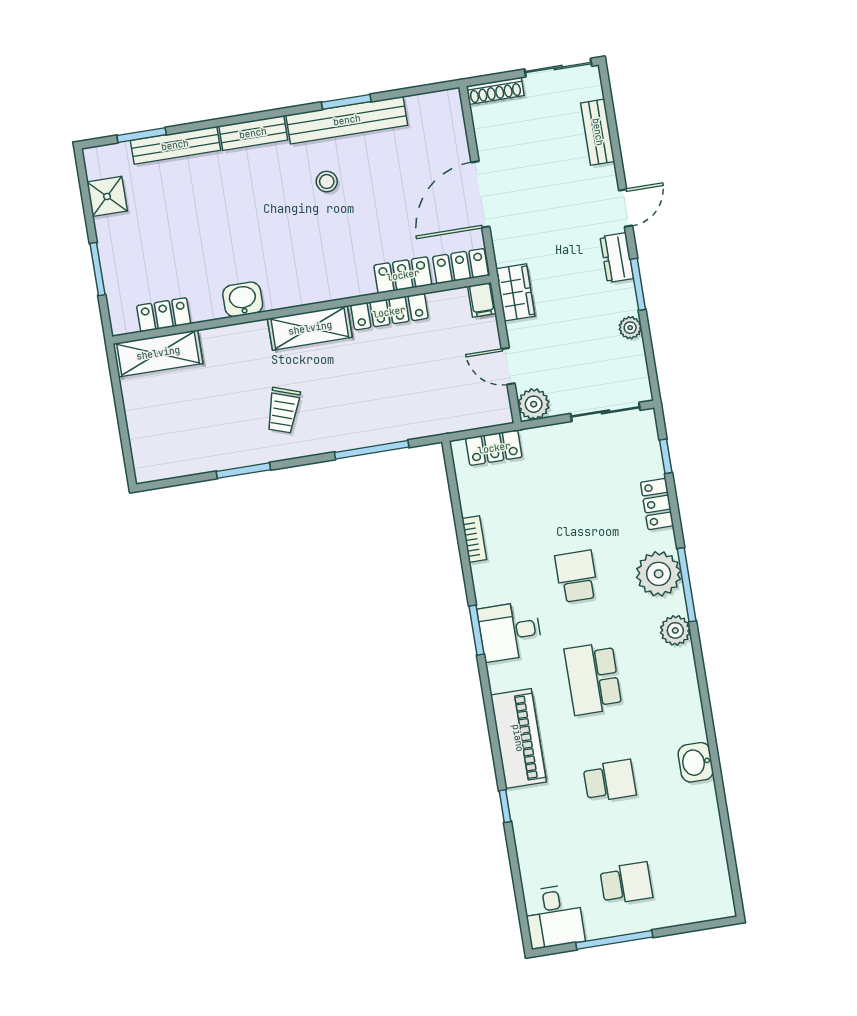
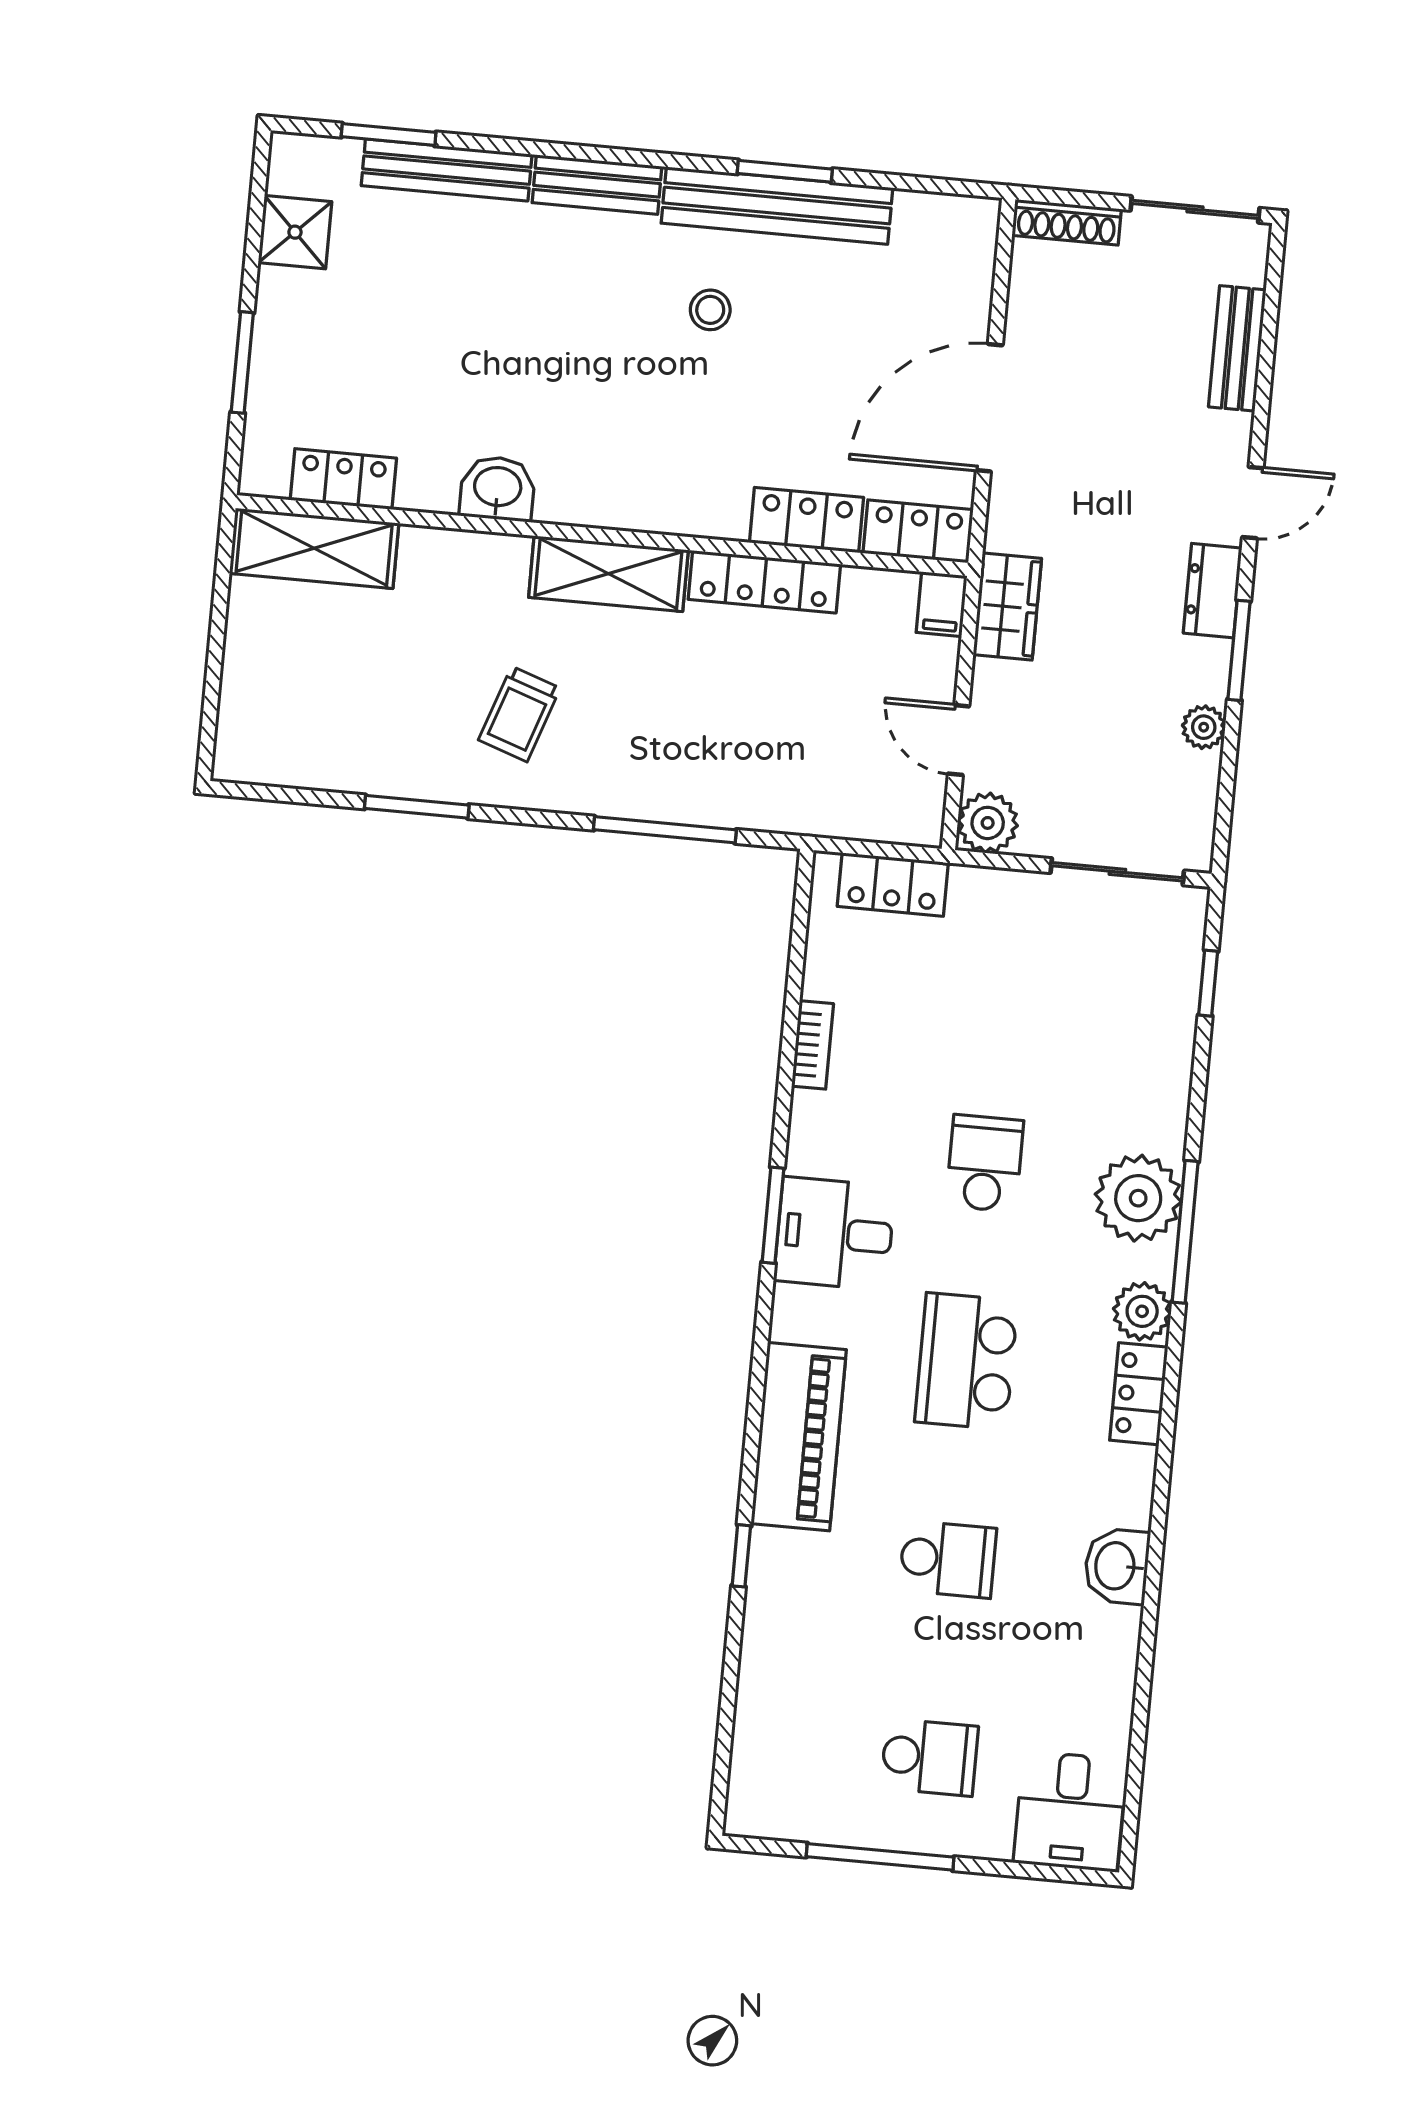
locker: (657, 504) -> (1139, 1394), moved
desk: (554, 916) -> (1070, 1811), moved

